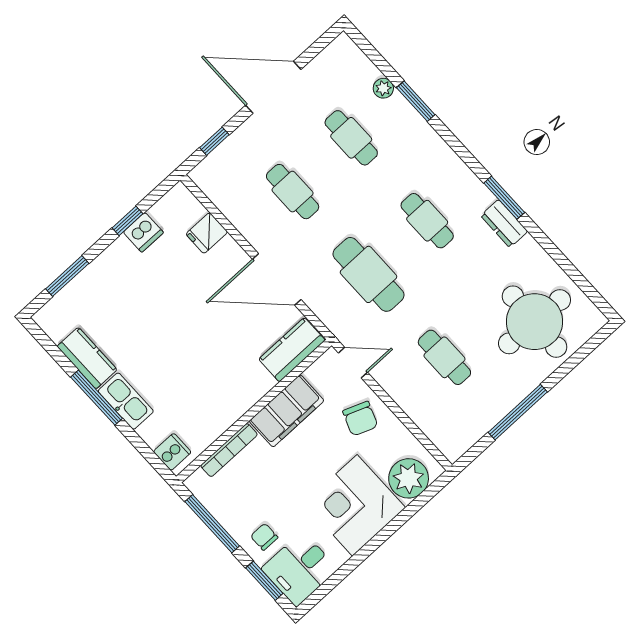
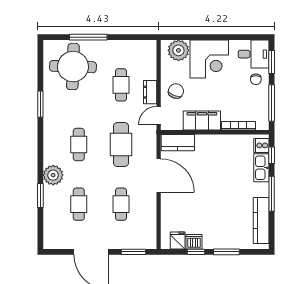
plant: (383, 88) -> (53, 175), moved, width x1.87, depth x1.87
window: (214, 141) -> (133, 252), width x1.50
window: (504, 198) -> (40, 104), moved
dresser: (504, 224) -> (150, 92), moved, turned 180
fridge: (207, 233) -> (178, 241), moved, turned -90
window: (67, 276) -> (226, 252), moved
kitchen counter: (87, 358) -> (261, 220), width x1.50
door: (353, 363) -> (159, 116), hinge flipped
kitchen sink: (126, 401) -> (261, 168), moved
window: (518, 412) -> (88, 37), moved
window: (146, 451) -> (272, 155), added

